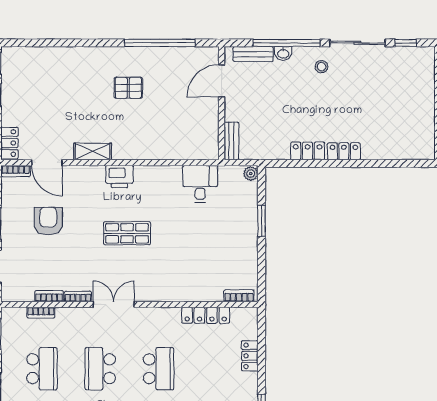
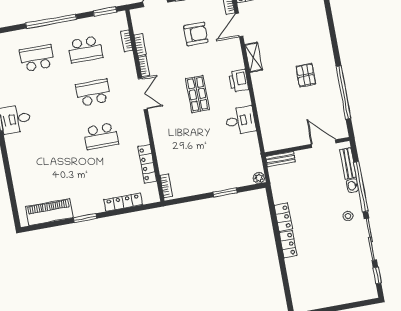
desk: (200, 184) -> (240, 120), moved
locker: (250, 356) -> (123, 202), width x1.53

